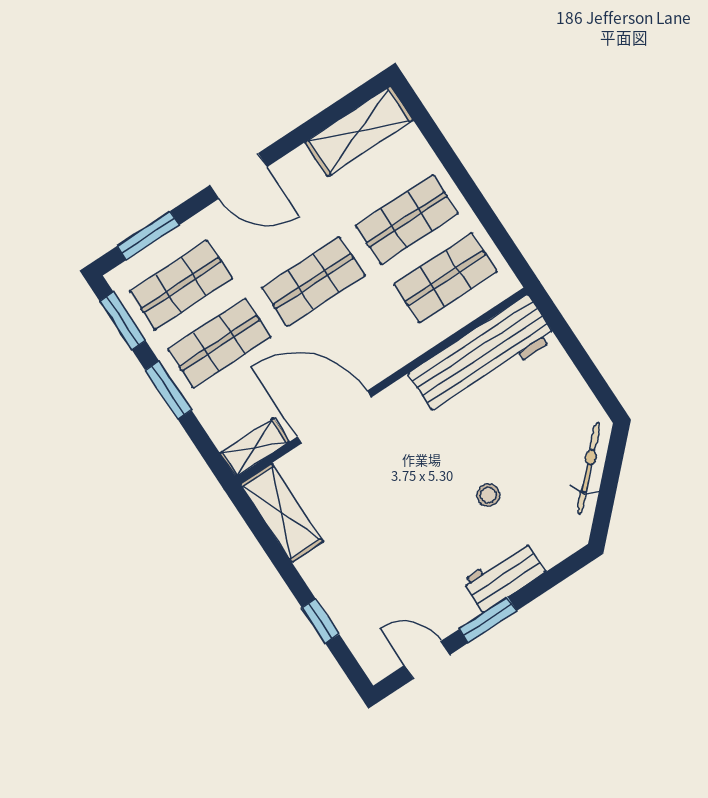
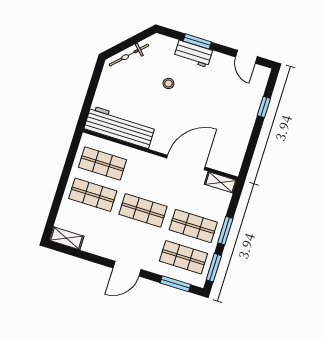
shelving: (359, 131) -> (67, 238), width x0.67, depth x0.75
door: (238, 176) -> (127, 269), swing flipped
door: (334, 417) -> (186, 162), swing flipped
shelving: (282, 513) -> (236, 153), removed
window: (488, 620) -> (197, 41), moved

